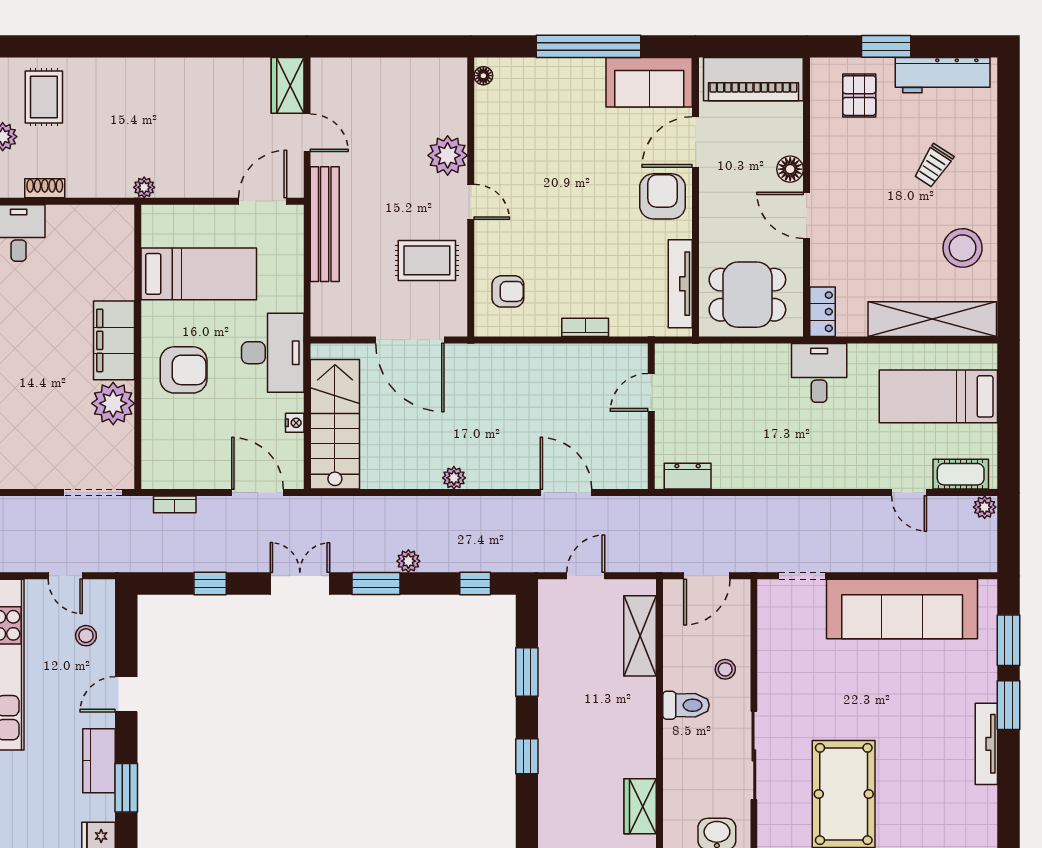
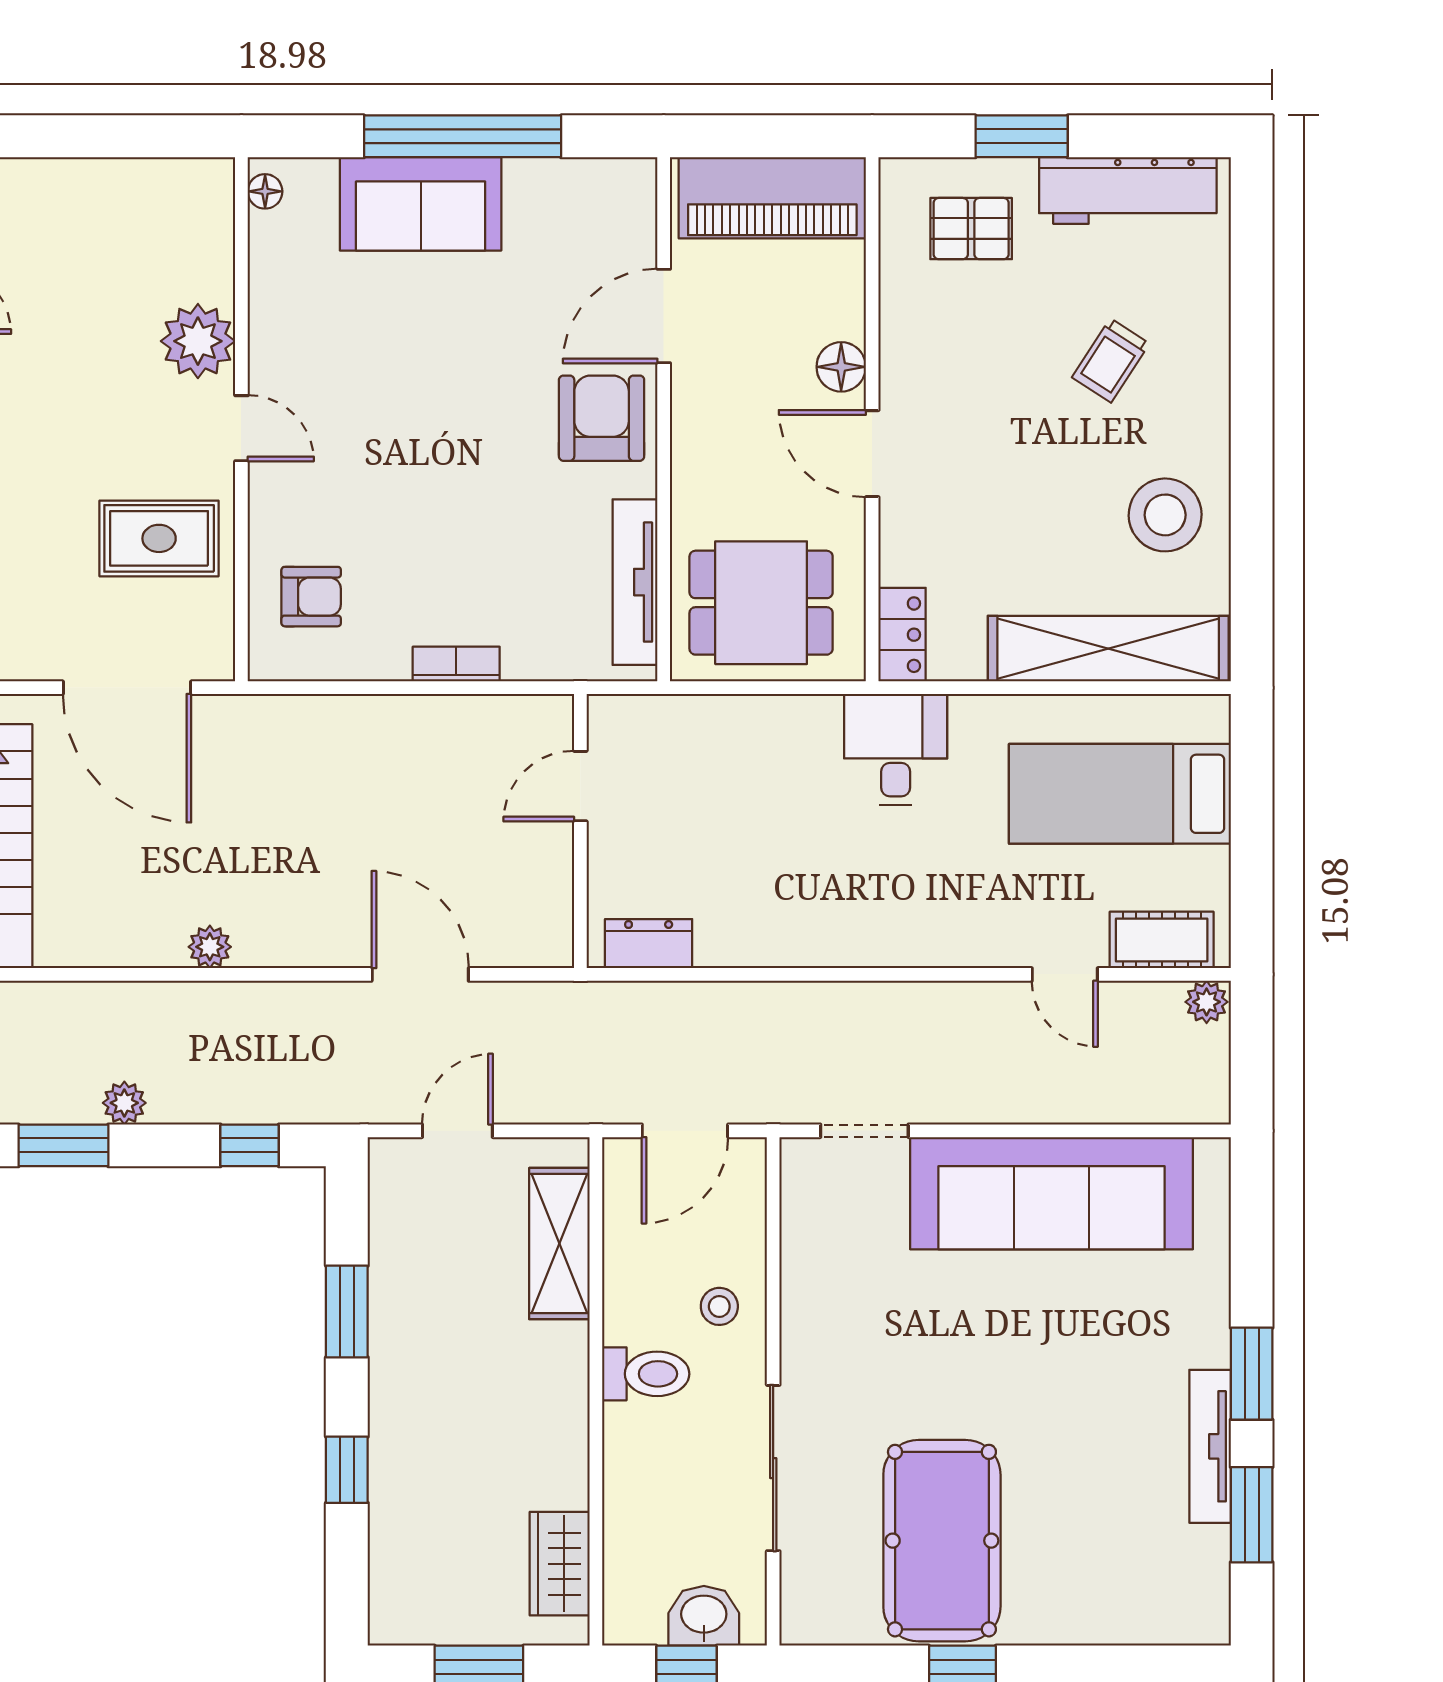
sofa: (649, 82) -> (421, 204), moved
pallet: (859, 96) -> (971, 229), turned 90
window: (1009, 640) -> (1252, 1515), moved

